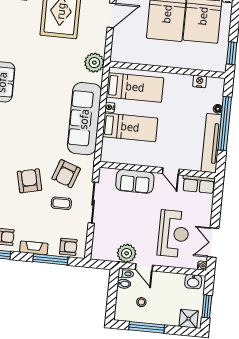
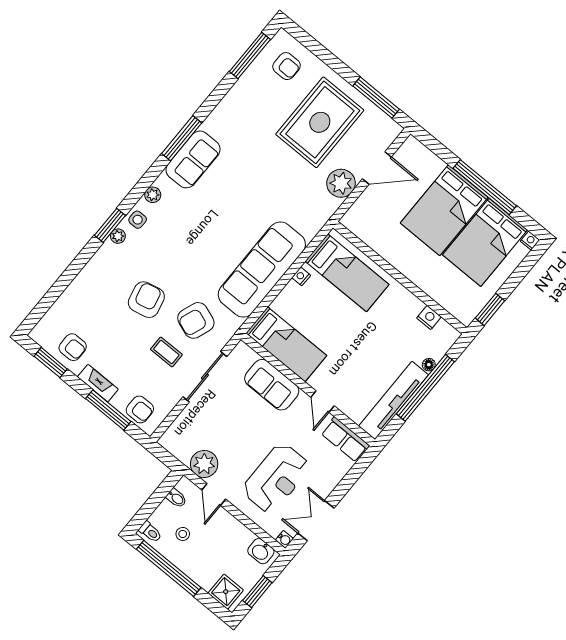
plant: (94, 63) -> (341, 183), moved
bed: (130, 127) -> (286, 344), moved
toilet: (126, 274) -> (150, 532), moved
window: (147, 327) -> (169, 568), width x1.46

